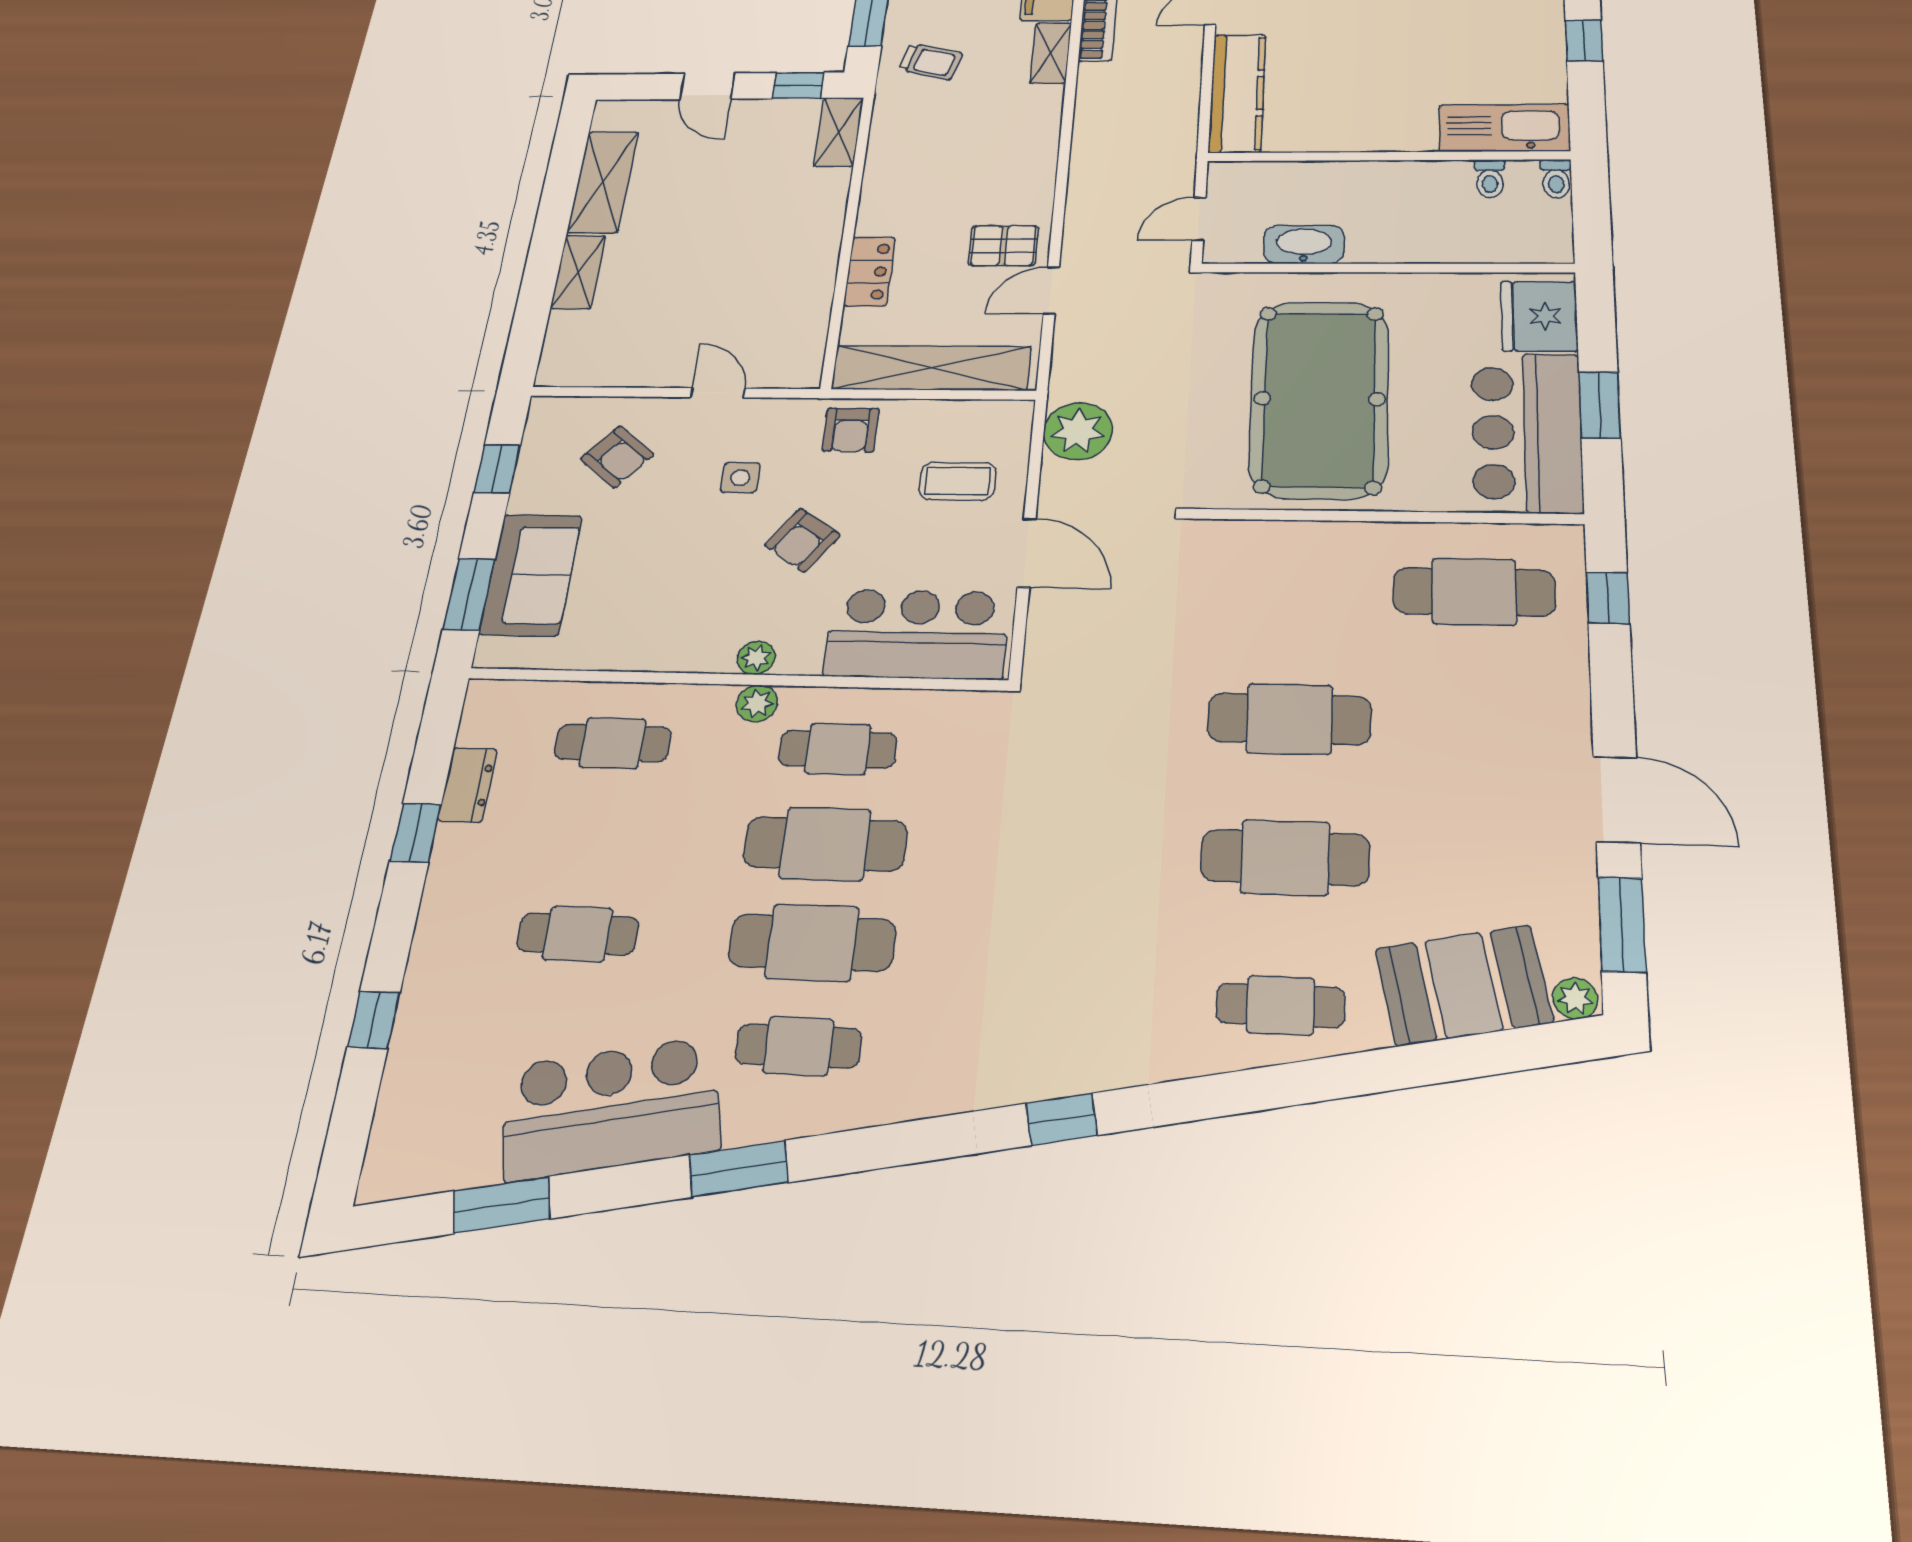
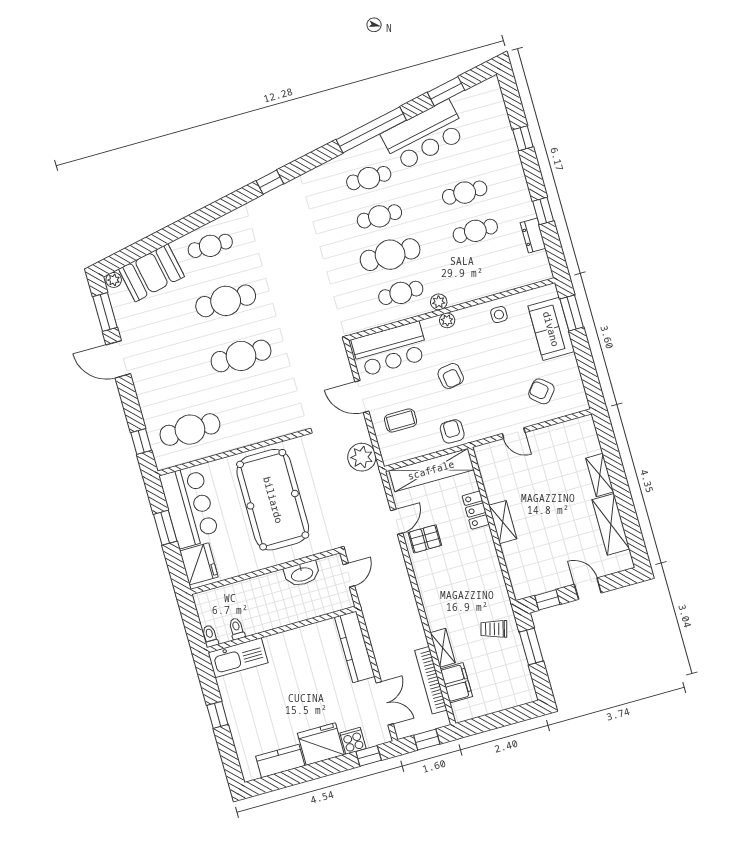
shelving: (839, 132) -> (503, 522), moved
window: (497, 469) -> (588, 371), removed
side table: (740, 478) -> (499, 315), moved
armchair: (802, 540) -> (451, 376), turned 136
cafe table: (613, 743) -> (475, 231), moved
cafe table: (812, 943) -> (379, 216), width x0.73, depth x0.74
window: (738, 1169) -> (371, 130), width x2.11

